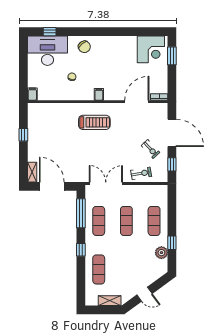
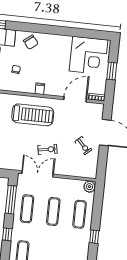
corner desk: (151, 49) -> (88, 55), width x1.36, depth x1.36
window: (172, 56) -> (112, 71), moved
treadmill: (94, 122) -> (33, 115), width x1.37, depth x1.38
window: (172, 164) -> (102, 162), removed
exercise bike: (141, 173) -> (48, 149), moved
plant: (161, 253) -> (90, 187), moved

